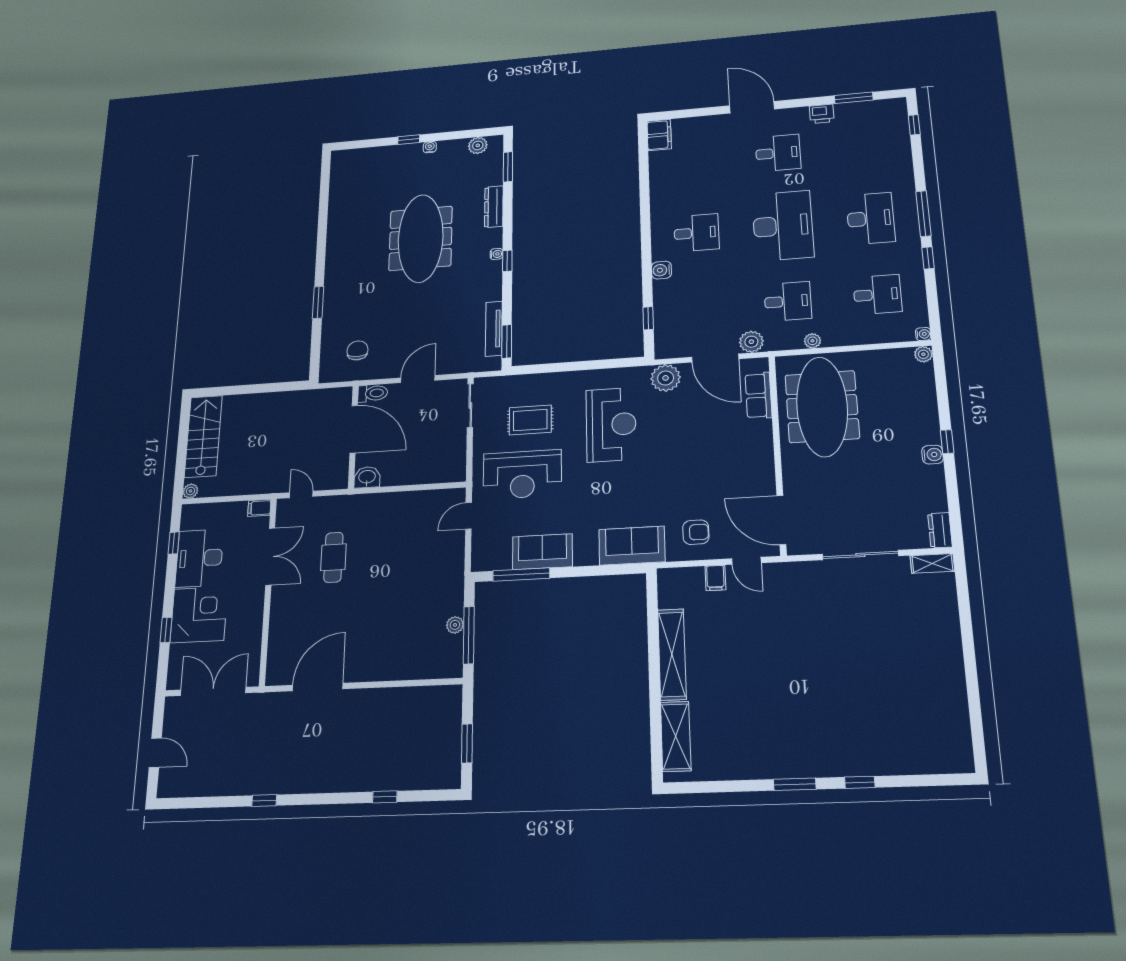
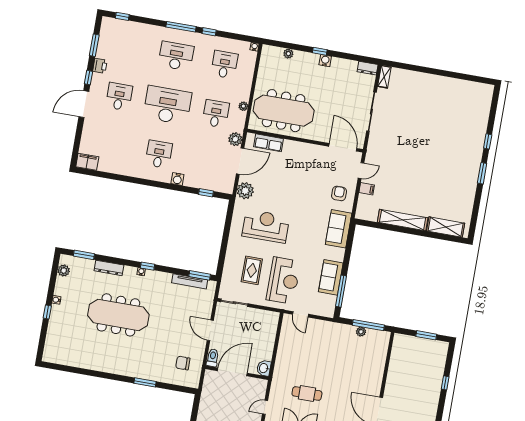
window: (798, 103) -> (89, 78), added
plant: (923, 354) -> (288, 54), moved
door: (781, 520) -> (343, 147), swing flipped

